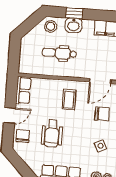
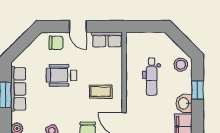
washbasin: (73, 25) -> (184, 103), moved
dental chair: (59, 53) -> (152, 77), turned 180

